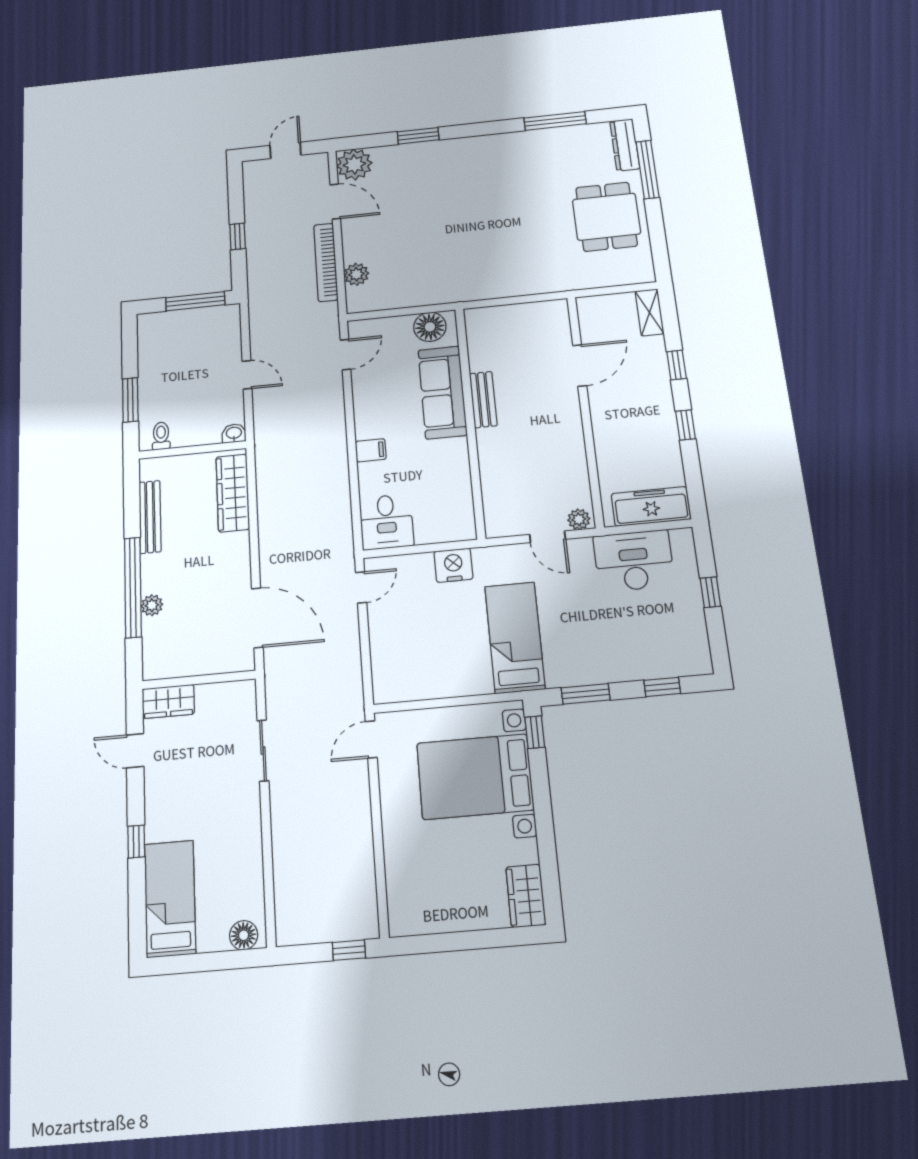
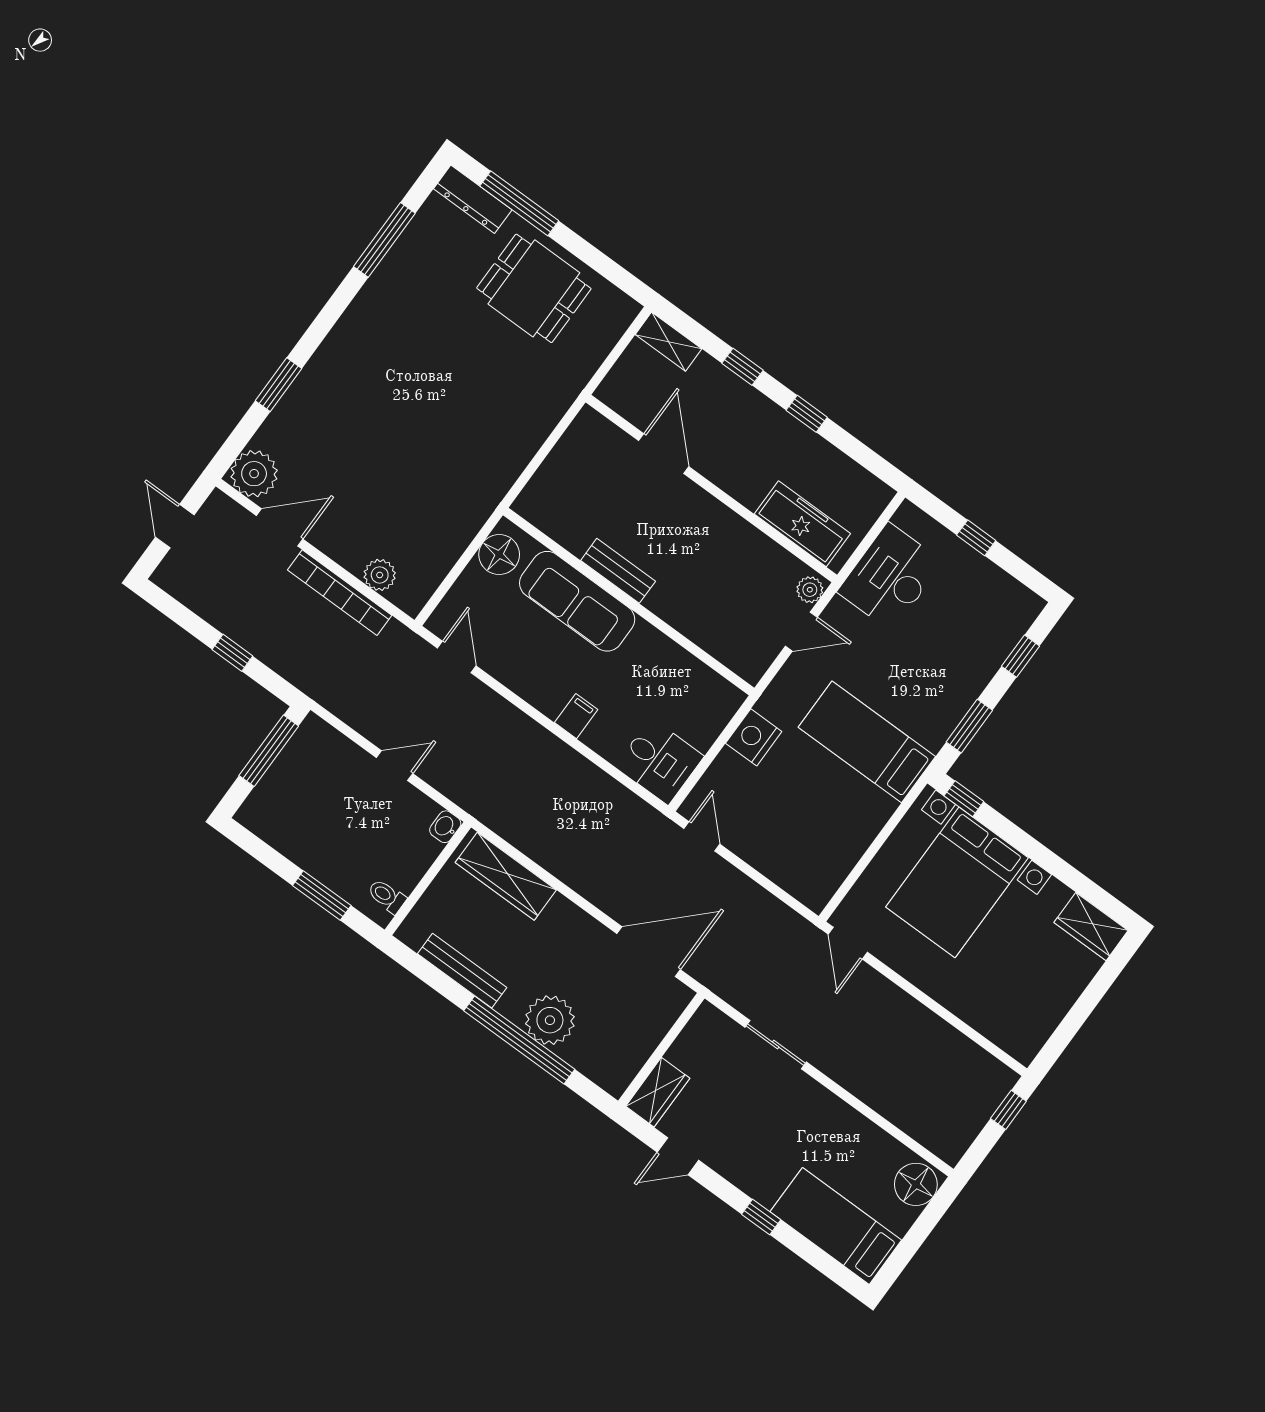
freezer: (651, 506) -> (802, 524), moved, turned 90
plant: (152, 605) -> (550, 1020), width x1.88, depth x1.88
floor lamp: (244, 935) -> (916, 1184), width x1.38, depth x1.38

